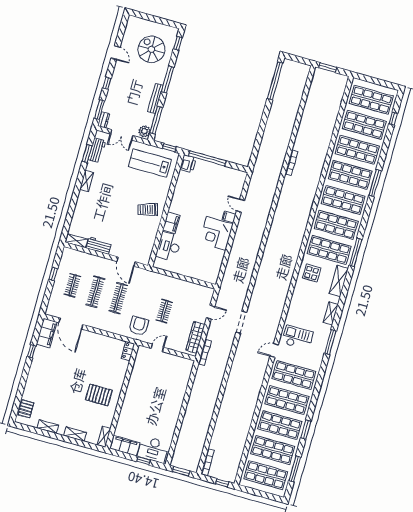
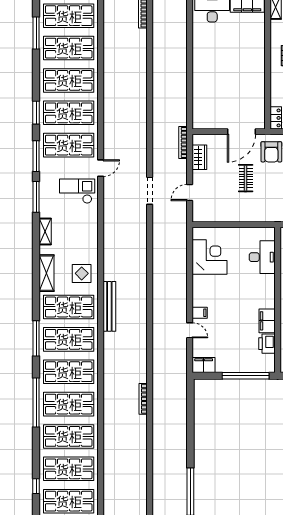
printer: (188, 164) -> (267, 344), moved
filing cabinet: (237, 176) -> (204, 365), added
window: (375, 183) -> (36, 403), width x1.46
filing cabinet: (171, 223) -> (267, 321), moved
corner desk: (216, 233) -> (210, 257), moved
bench: (297, 242) -> (109, 306), added
window: (356, 252) -> (36, 338), moved
wardrobe: (195, 337) -> (199, 157), width x0.67
checkout: (297, 338) -> (77, 191), turned 180
door: (157, 348) -> (241, 132), width x1.88
window: (322, 374) -> (36, 156), added
window: (306, 430) -> (36, 113), moved

